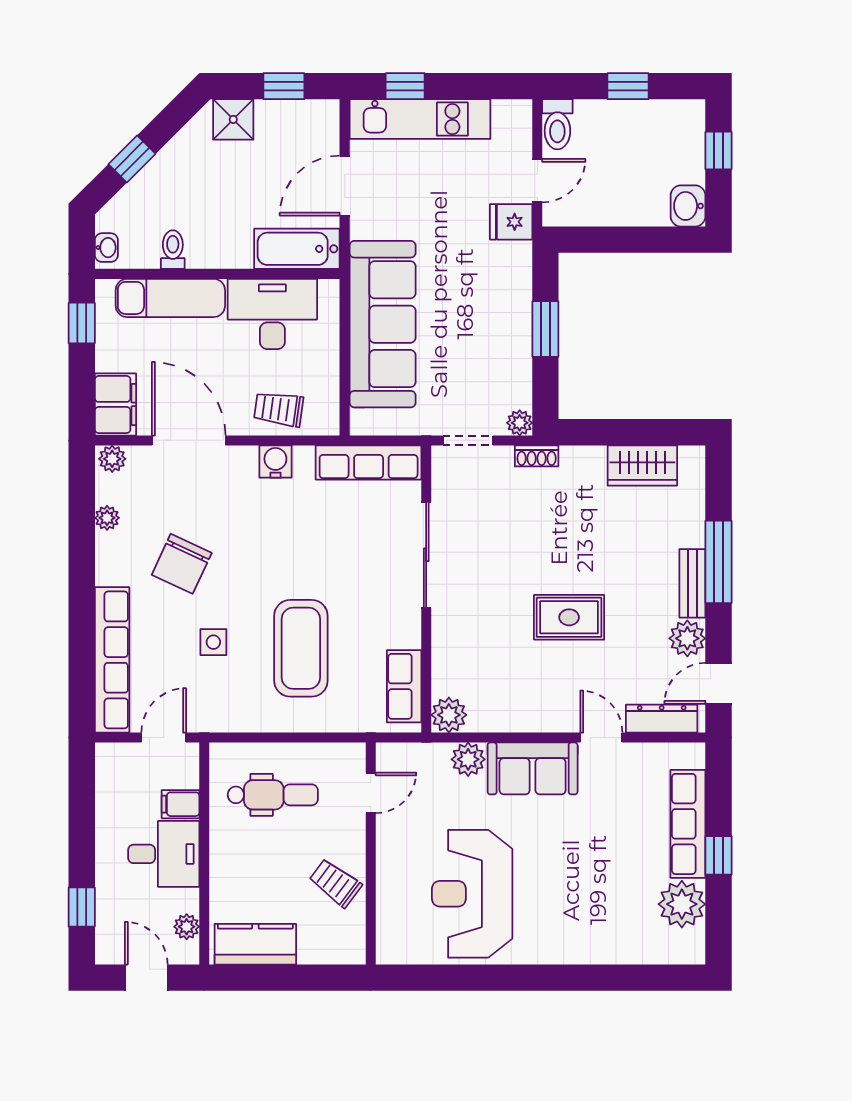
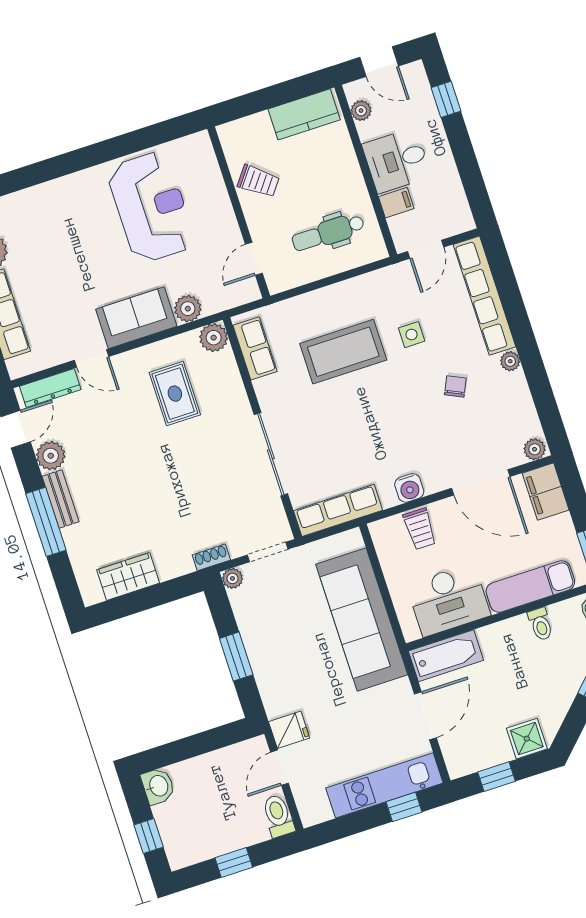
trolley: (279, 409) -> (420, 529), turned 82
plant: (107, 518) -> (510, 361), moved
chair: (182, 564) -> (455, 386), width x0.54, depth x0.54
rug: (569, 617) -> (175, 394), moved, turned 90
coffee table: (301, 648) -> (343, 352), turned 90

